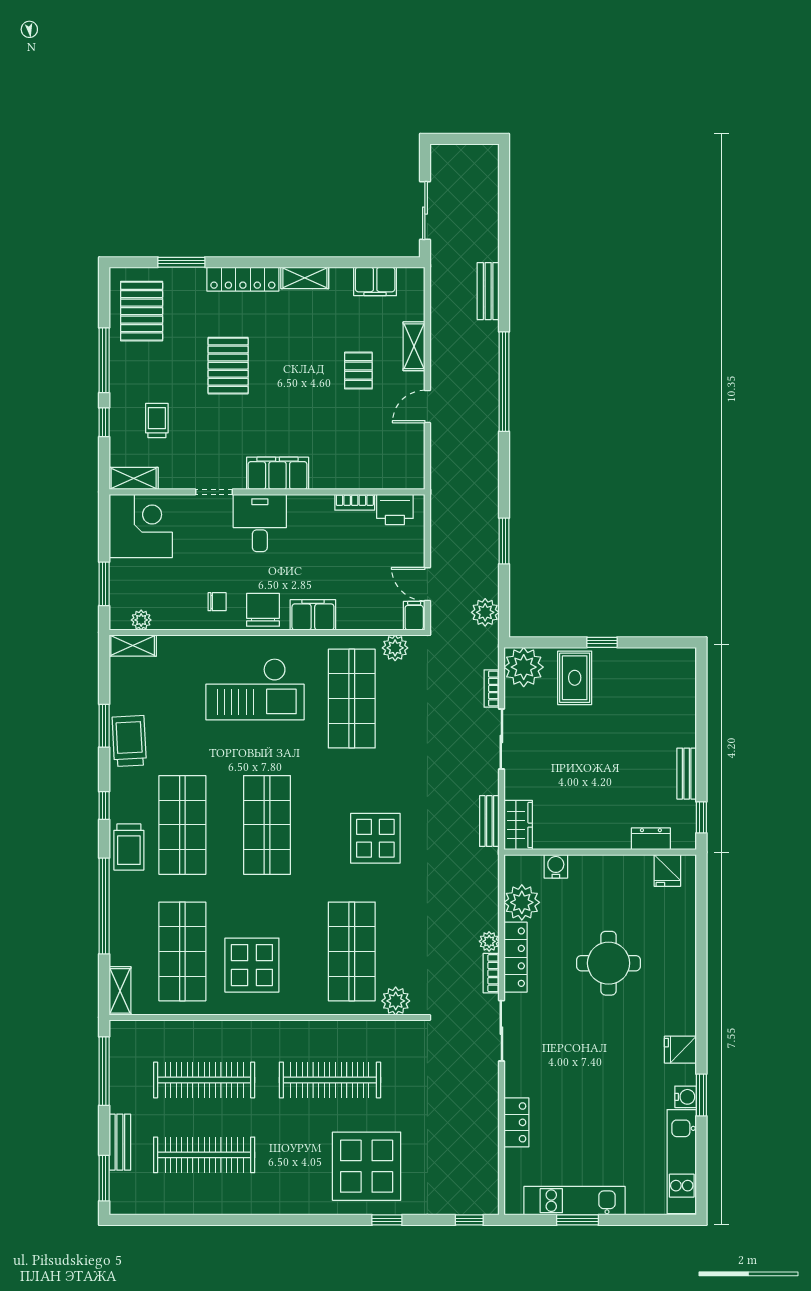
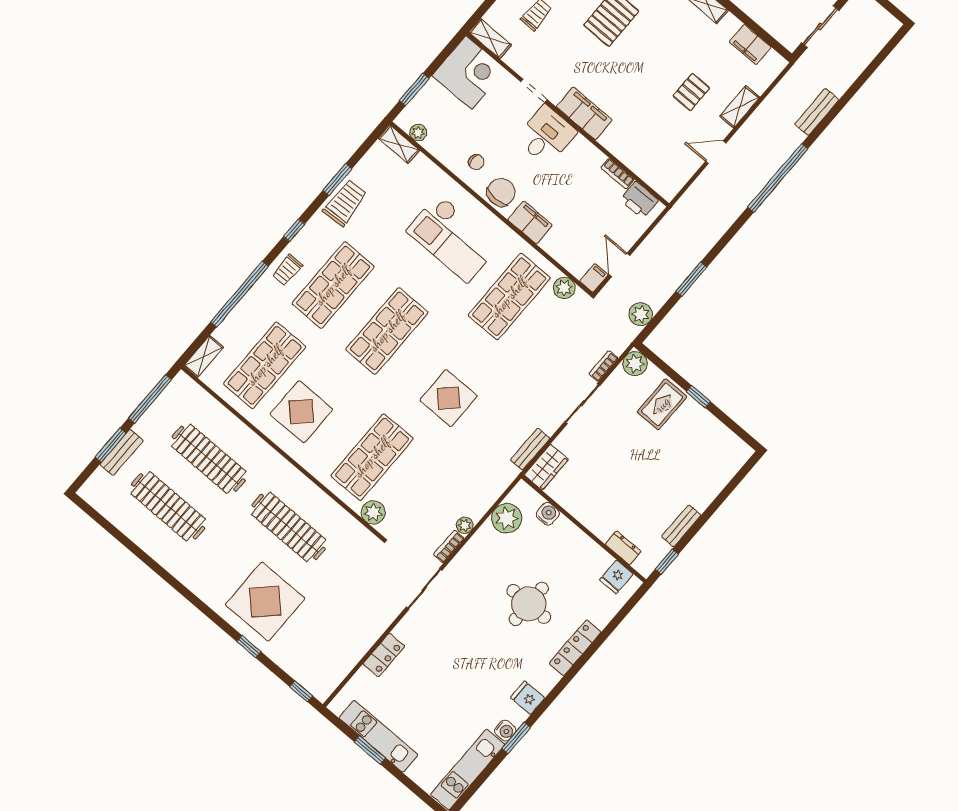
plant: (524, 667) -> (635, 364), width x0.73, depth x0.73
trolley: (129, 847) -> (287, 270), width x0.73, depth x0.72
locker: (516, 957) -> (575, 648), moved, turned 180
window: (104, 1178) -> (111, 445), moved

